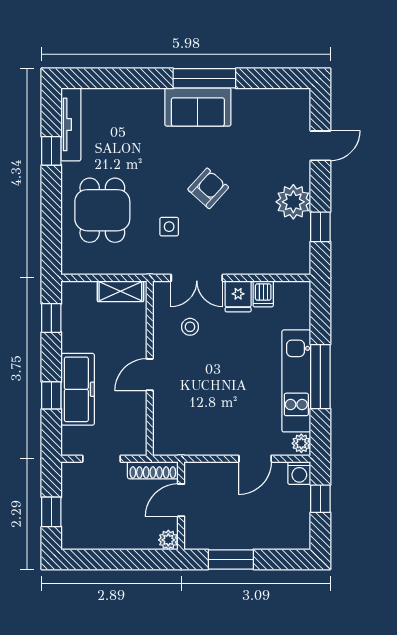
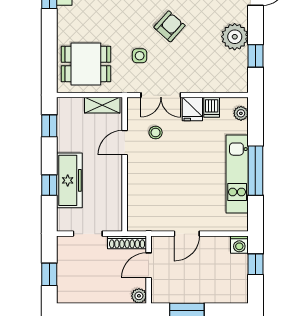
dining table: (102, 210) -> (86, 64), moved, turned 90
door: (150, 375) -> (125, 143), moved
plant: (301, 443) -> (241, 113), moved
door: (255, 459) -> (187, 234), moved

